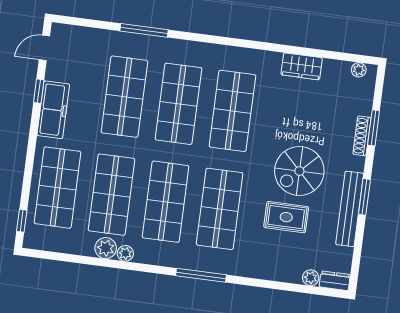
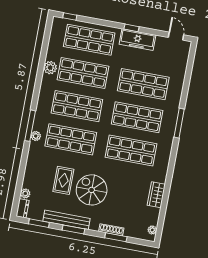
window: (144, 30) -> (179, 123), moved
window: (39, 91) -> (132, 28), moved
plant: (125, 253) -> (36, 136), moved
window: (357, 253) -> (39, 223), added

